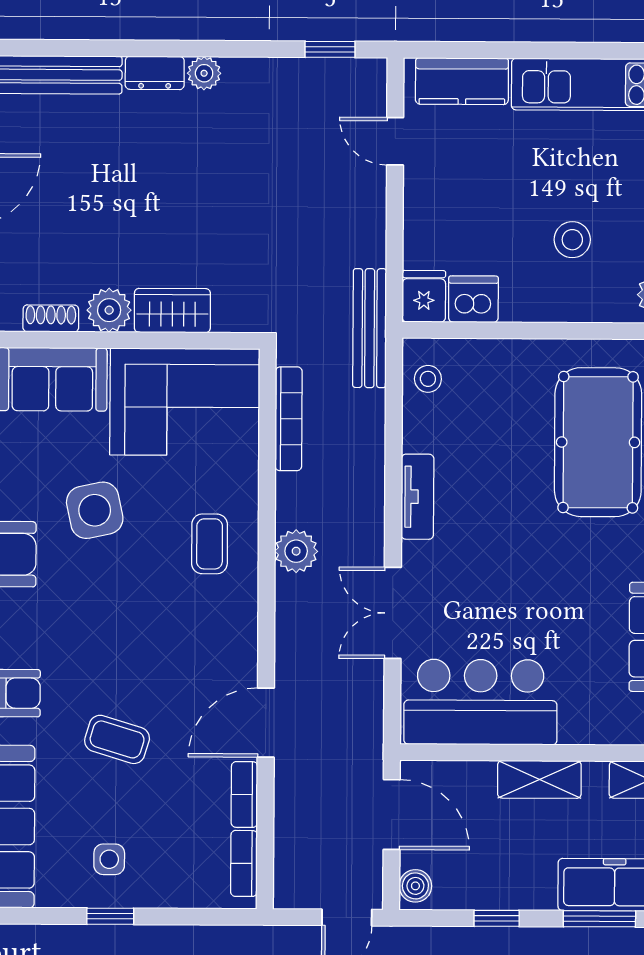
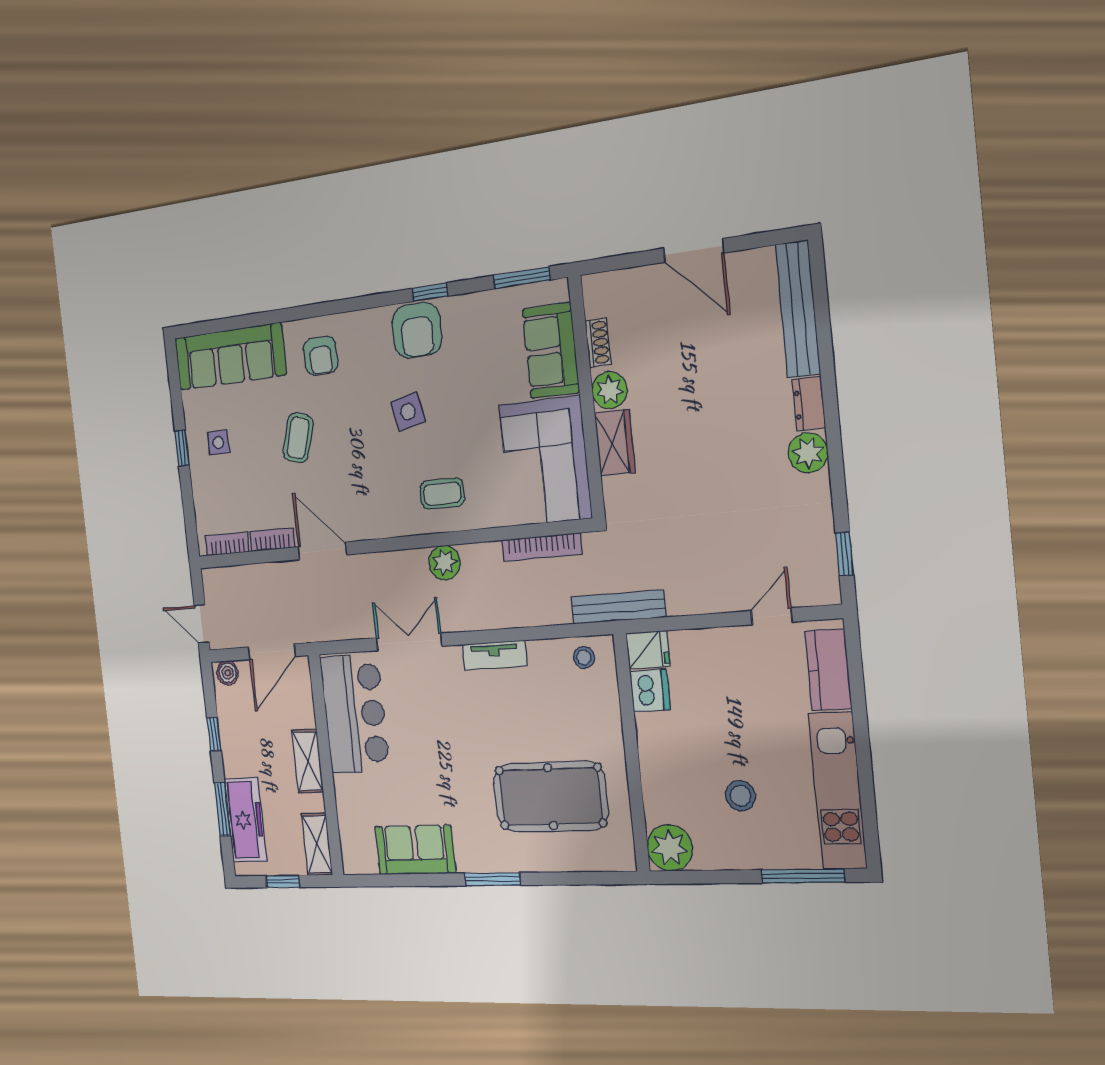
plant: (204, 73) -> (808, 453), width x1.38, depth x1.38
stool: (572, 240) -> (740, 796), moved
side table: (95, 510) -> (408, 412), moved, width x0.73, depth x0.73

